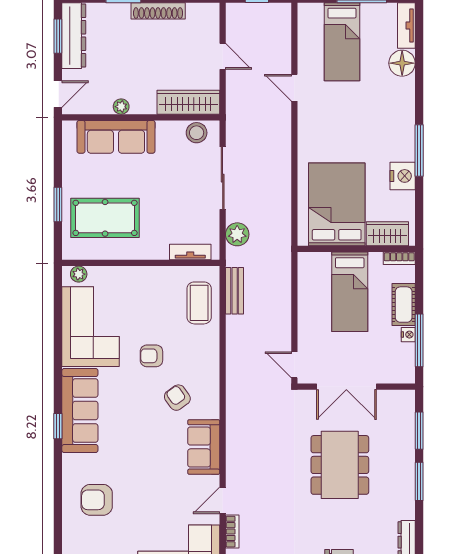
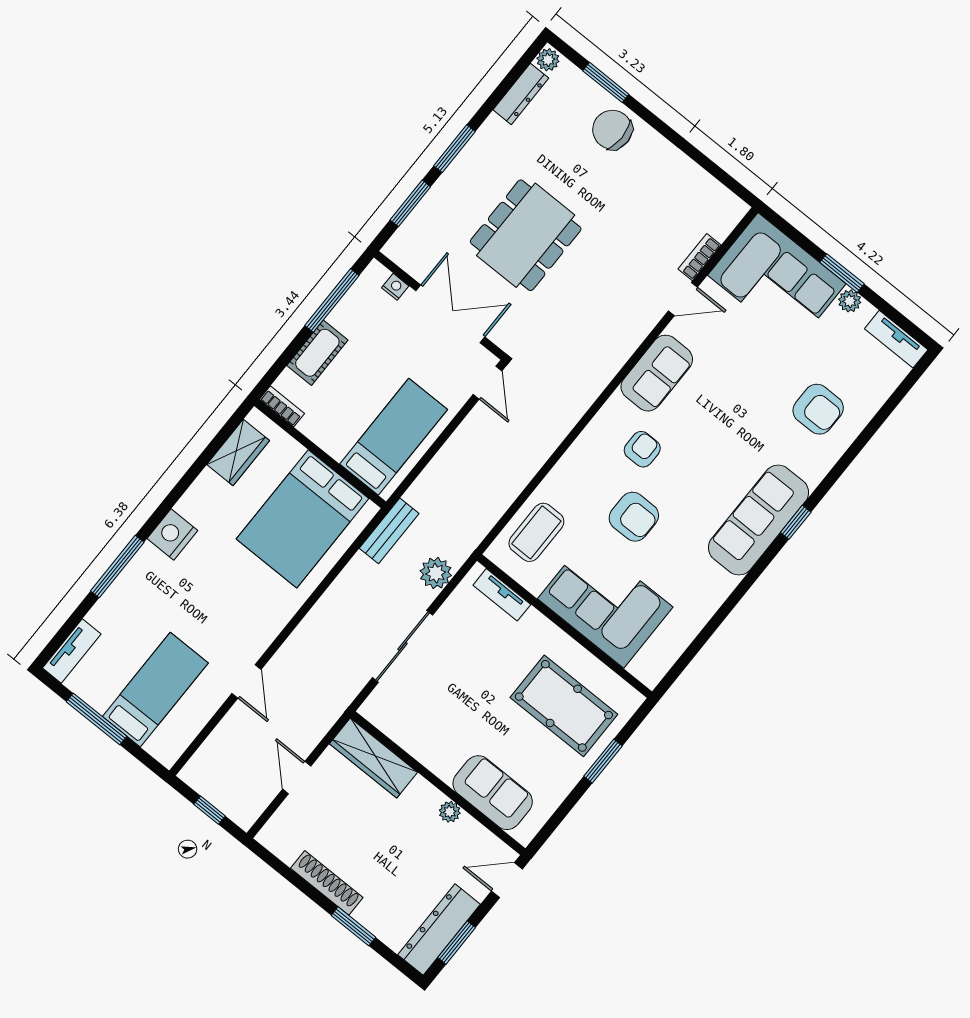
floor lamp: (402, 63) -> (109, 614), removed
stool: (197, 133) -> (391, 718), removed
sofa: (116, 137) -> (493, 793), width x0.73
window: (419, 151) -> (117, 567), moved
nightstand: (403, 176) -> (172, 535), moved
wardrobe: (387, 234) -> (238, 452), moved, turned -90
plant: (79, 274) -> (641, 668), removed
bench: (235, 291) -> (389, 531), moved
bed: (350, 292) -> (394, 437), moved
corner sofa: (90, 327) -> (605, 603), moved, turned 90
nightstand: (408, 335) -> (395, 287), moved, turned 90
armchair: (151, 356) -> (634, 517), width x1.38, depth x1.38
armchair: (177, 398) -> (642, 449), turned -144

